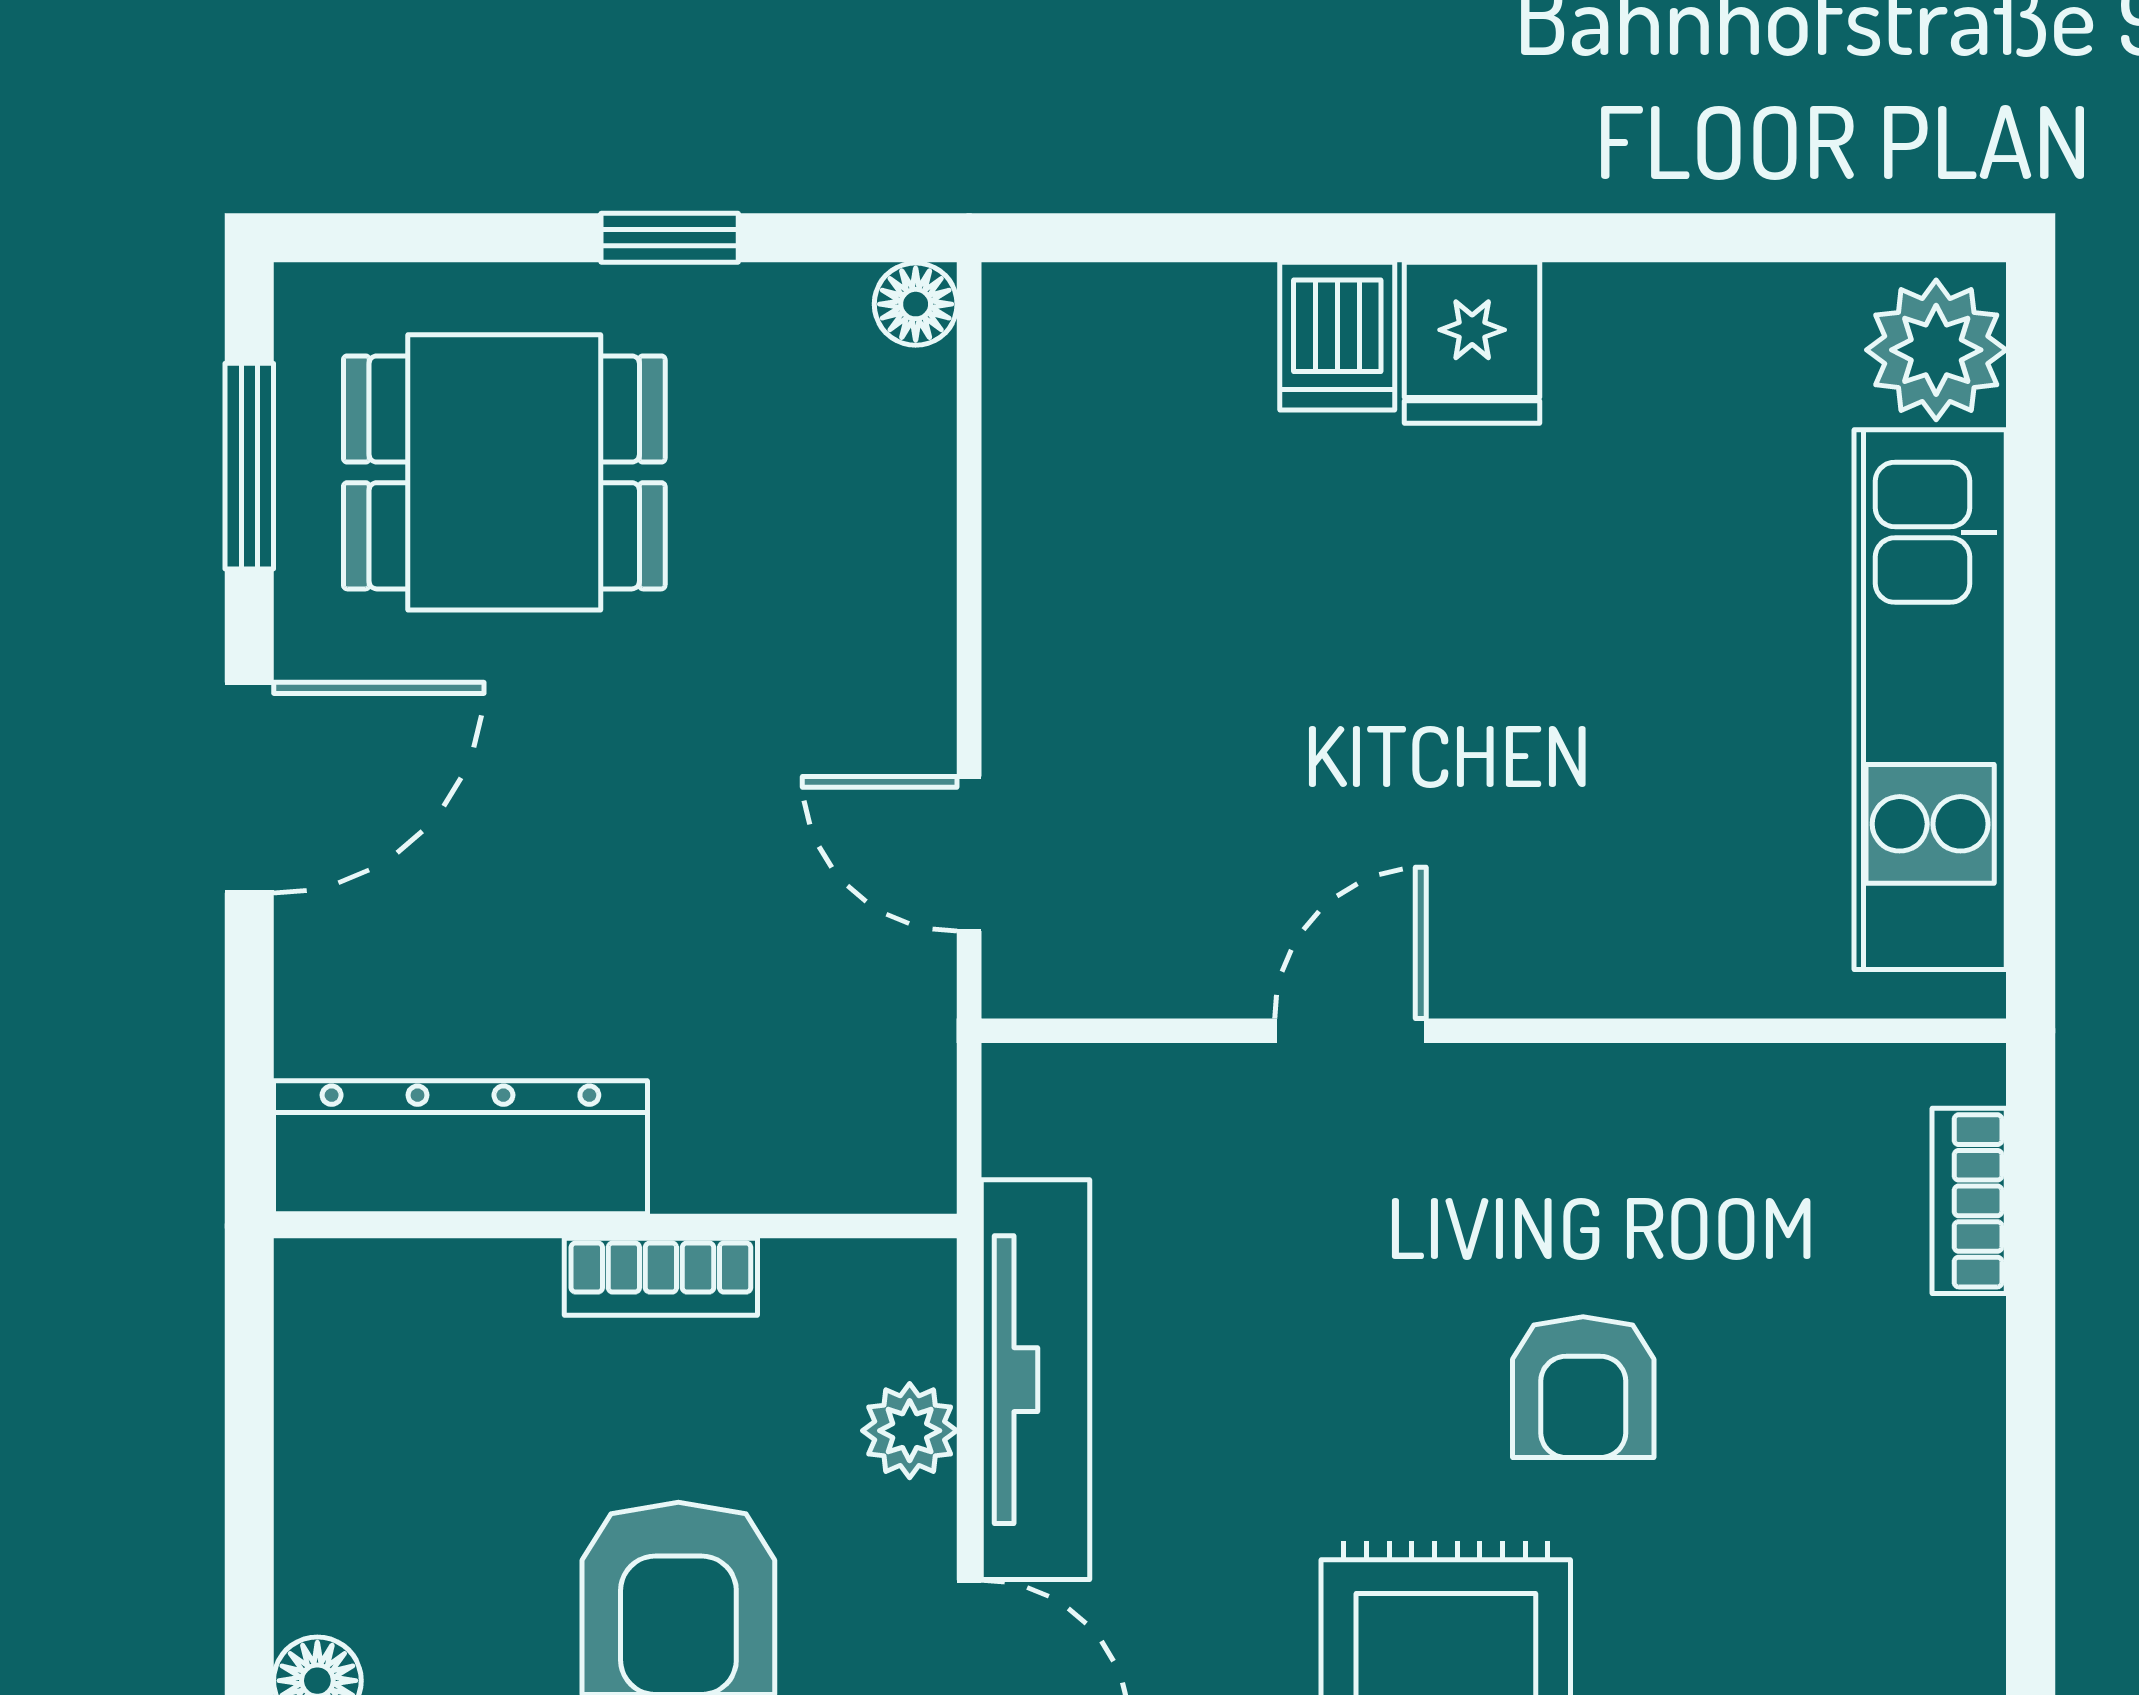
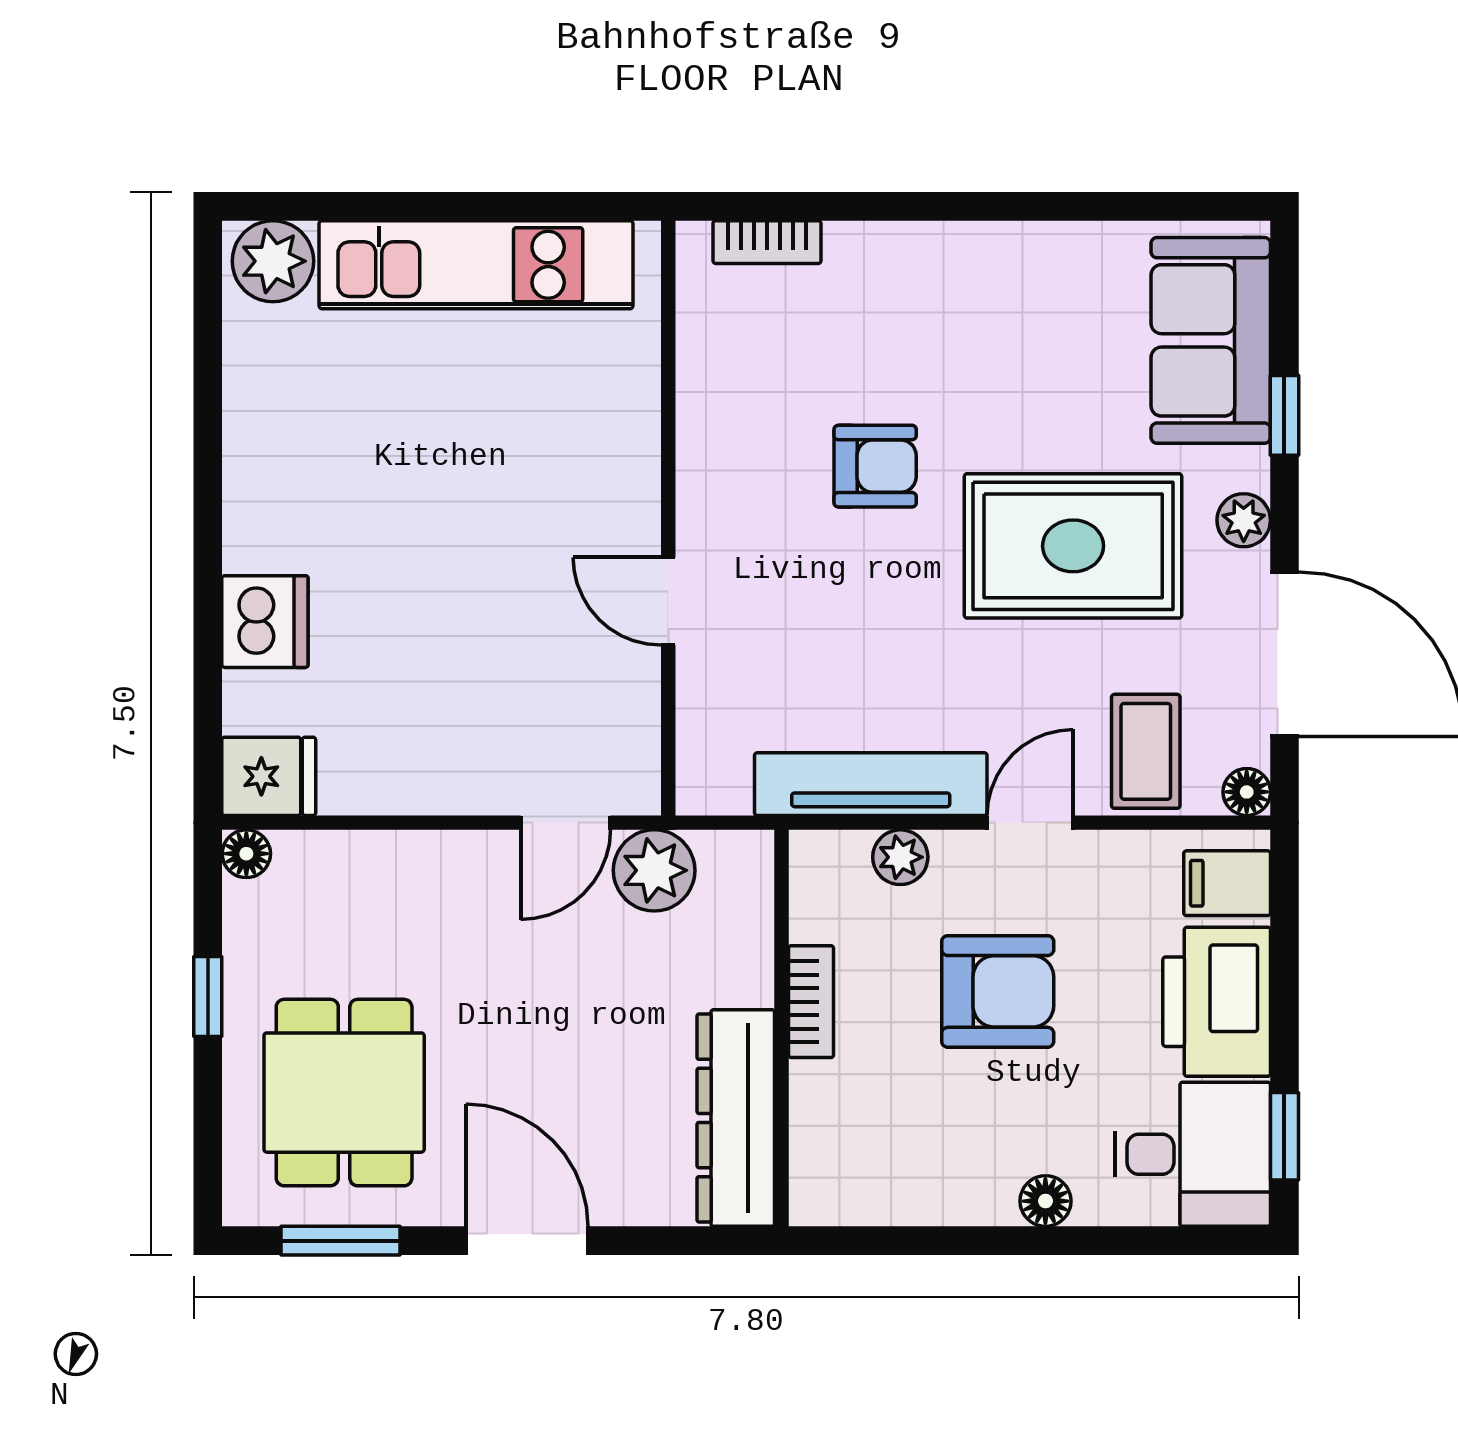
dishwasher: (1337, 336) -> (265, 622), width x1.38
fridge: (1472, 343) -> (269, 776), moved
plant: (887, 1007) -> (654, 870), added

